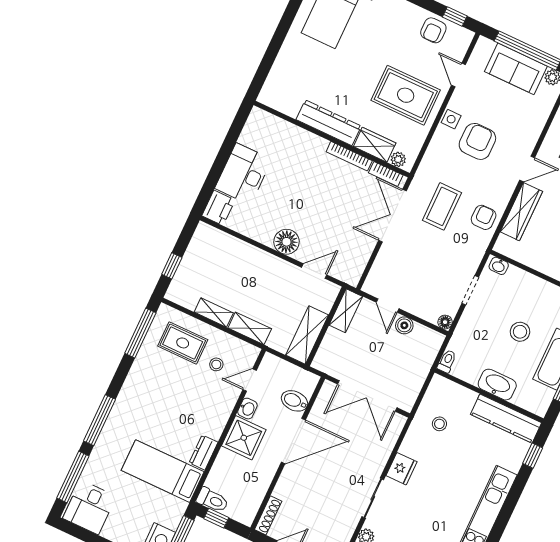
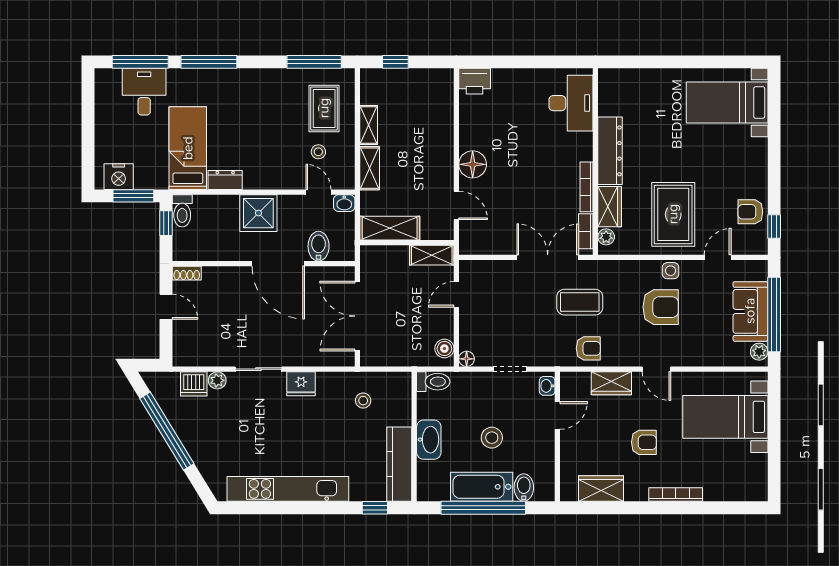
desk: (243, 174) -> (571, 103), moved, turned 90
wardrobe: (521, 212) -> (611, 383), width x0.67
door: (527, 269) -> (557, 415), added
boiler: (404, 325) -> (444, 349), moved
toilet: (447, 361) -> (433, 382), width x1.37, depth x1.39
washbasin: (247, 409) -> (344, 203), moved
desk: (89, 507) -> (144, 92), moved, turned 90
shoe rack: (268, 515) -> (187, 273), width x0.70

